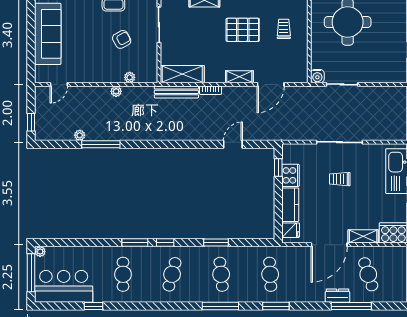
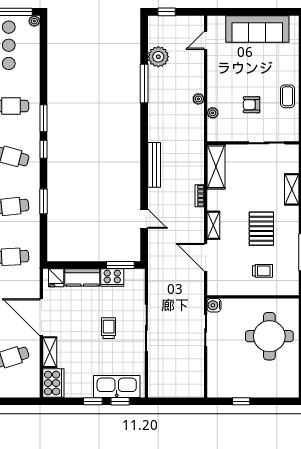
armchair: (122, 39) -> (252, 105), turned 119
door: (59, 84) -> (206, 40), hinge flipped
bench: (176, 92) -> (154, 165), moved
plant: (80, 135) -> (158, 57), width x1.88, depth x1.88
window: (278, 167) -> (120, 265), width x1.50

